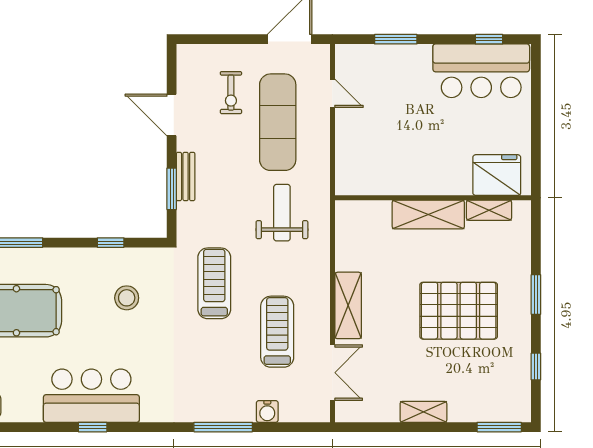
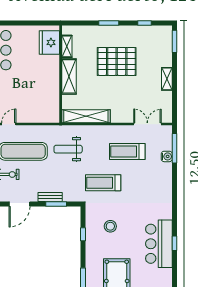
shelving: (348, 305) -> (86, 116), moved, width x1.47
pallet: (459, 311) -> (117, 61), turned 90
window: (223, 427) -> (175, 148), moved

